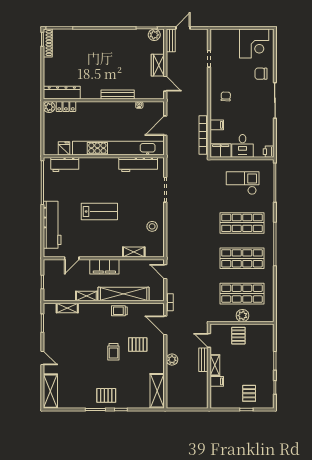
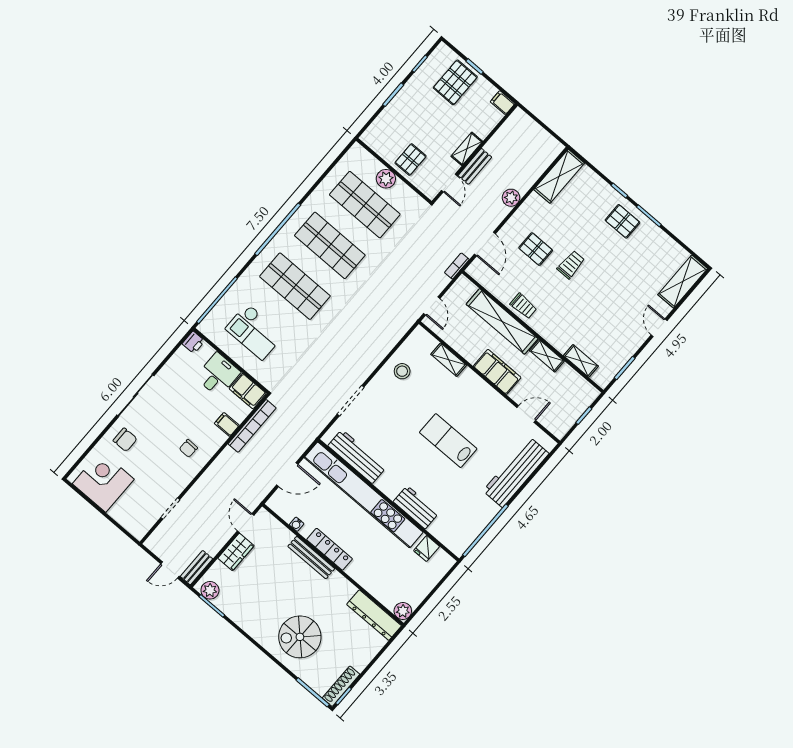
spiral stairs: (89, 50) -> (300, 637), added
locker: (66, 107) -> (330, 549), moved, width x1.53
workbench: (65, 164) -> (416, 507), moved
filing cabinet: (217, 381) -> (503, 103), moved
pallet: (249, 393) -> (455, 82), width x1.50, depth x1.42

